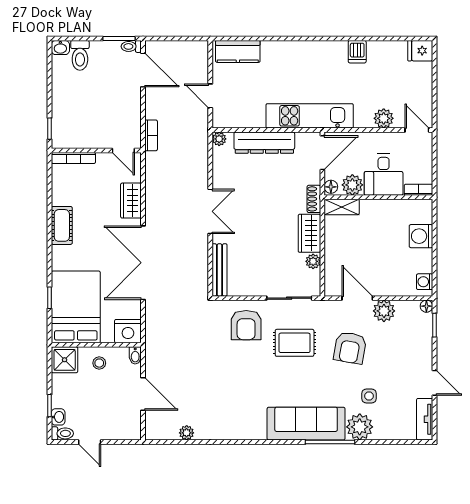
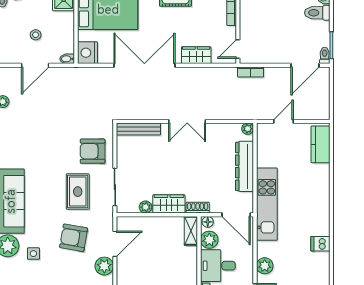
stool: (99, 363) -> (36, 35), moved

